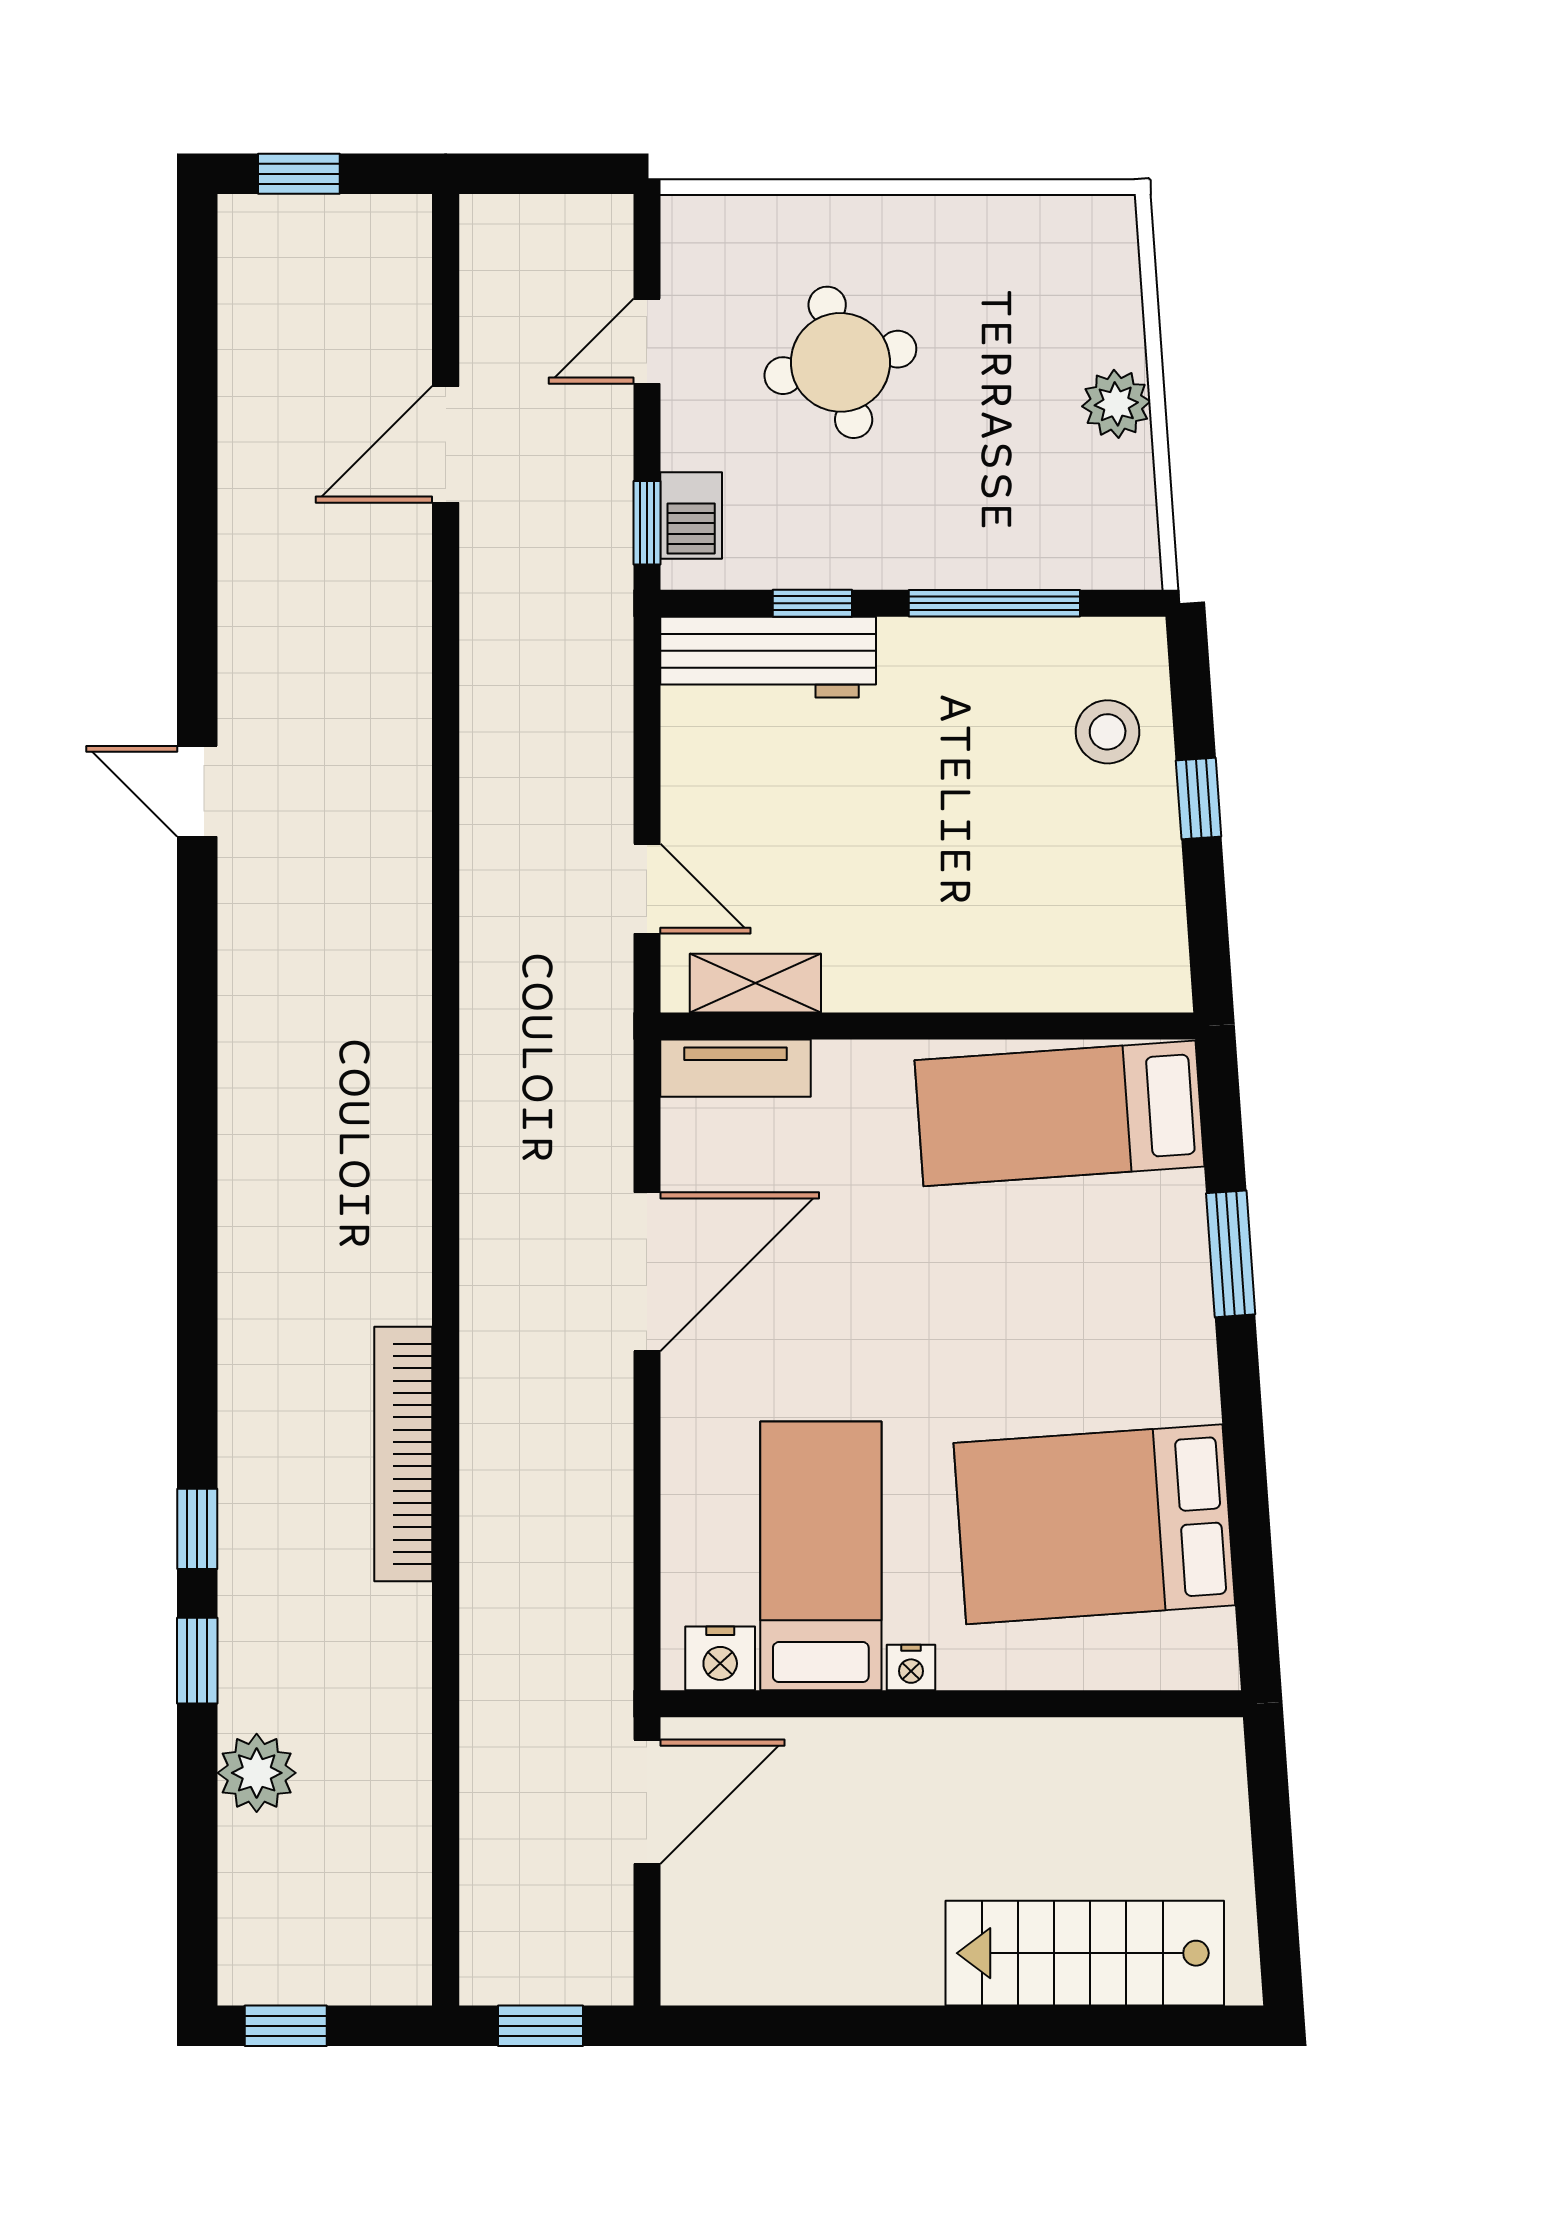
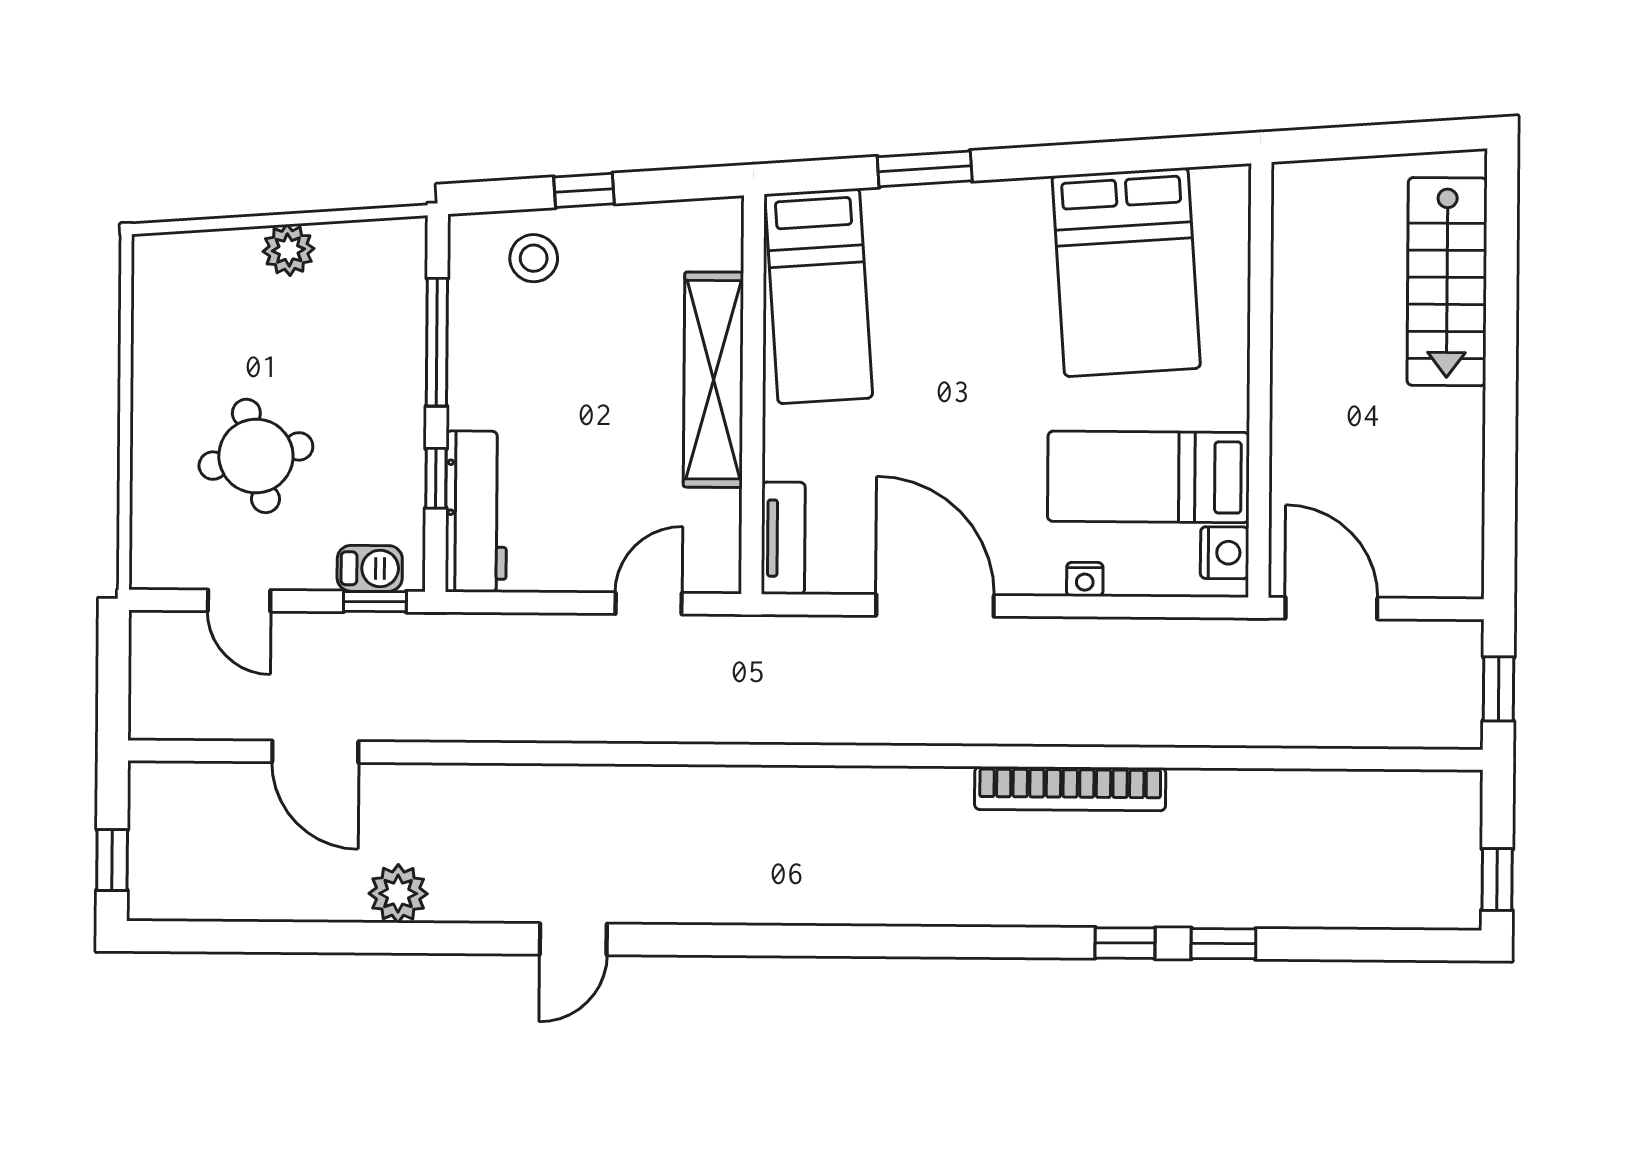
shelving: (755, 983) -> (713, 380), moved, width x2.20, depth x1.33
nightstand: (911, 1667) -> (1085, 579), moved, turned 90
plant: (257, 1773) -> (398, 894), moved

